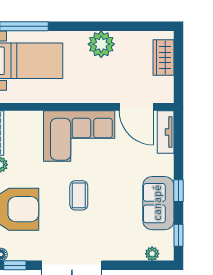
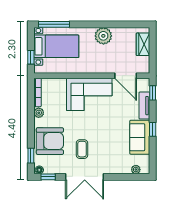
tv unit: (166, 132) -> (144, 106), moved
coffee table: (79, 195) -> (82, 149), moved
window: (178, 235) -> (153, 93), moved

